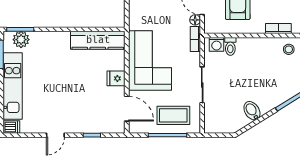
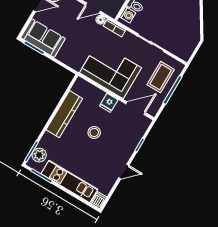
kitchen counter: (98, 40) -> (64, 114), moved
stool: (77, 82) -> (94, 132), added
bidet: (252, 111) -> (191, 18), removed
door: (55, 135) -> (124, 172), hinge flipped

